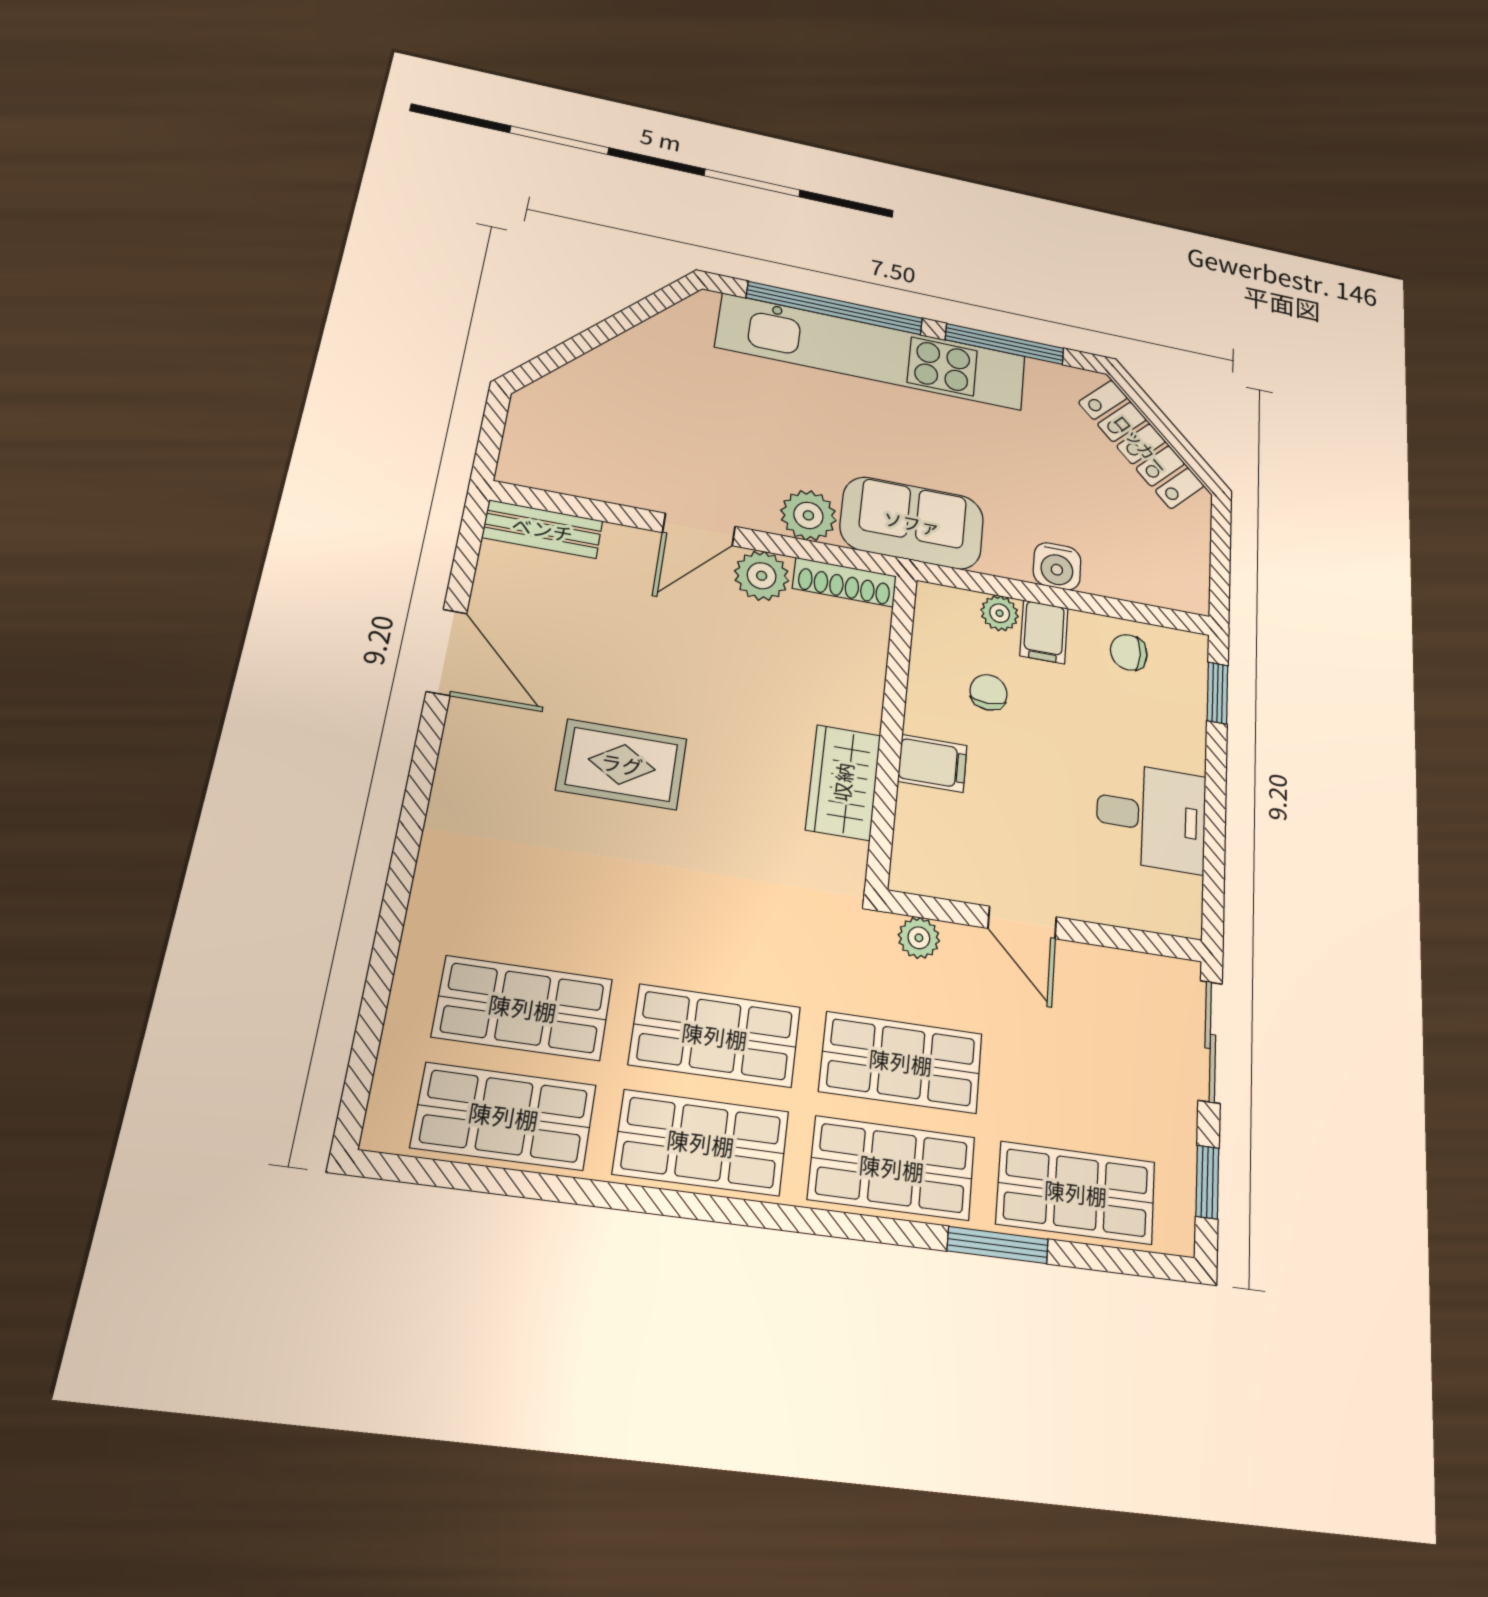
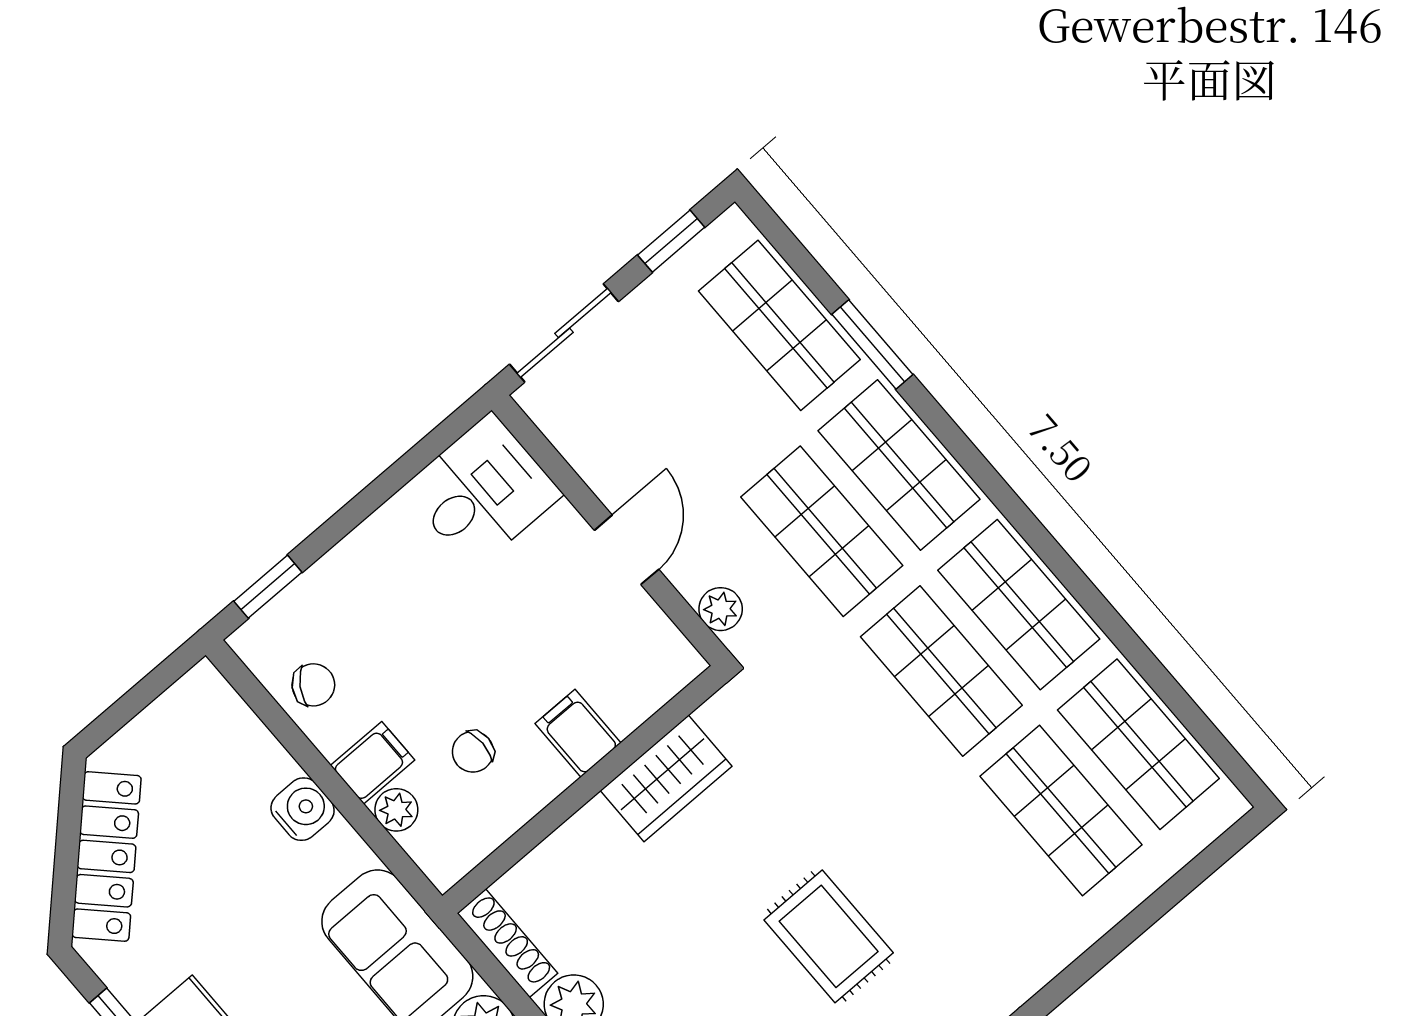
chair: (1129, 652) -> (313, 685), turned -57
desk: (1151, 817) -> (482, 491), moved, turned 90

